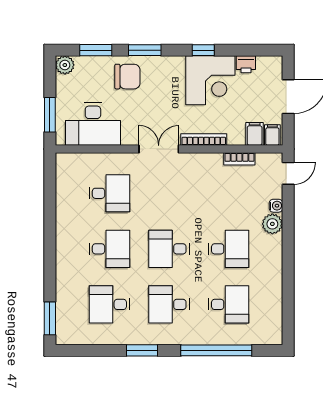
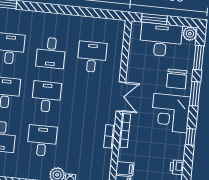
corner desk: (210, 80) -> (170, 113), moved
desk: (93, 124) -> (161, 40), moved, turned 90
bookcase: (239, 159) -> (109, 136), moved
desk: (109, 193) -> (92, 57), turned 180
desk: (229, 249) -> (42, 141), turned 180

